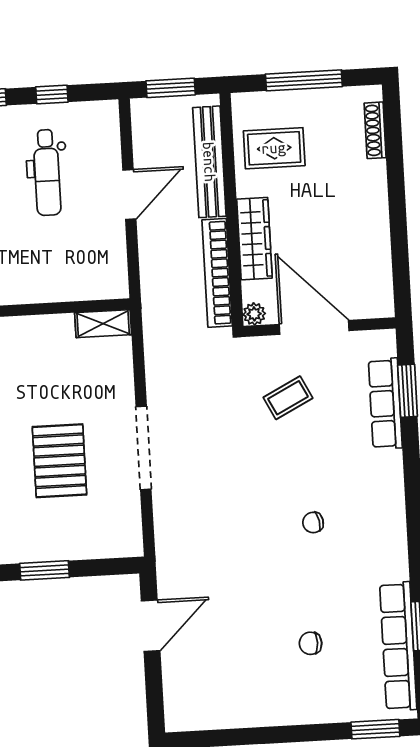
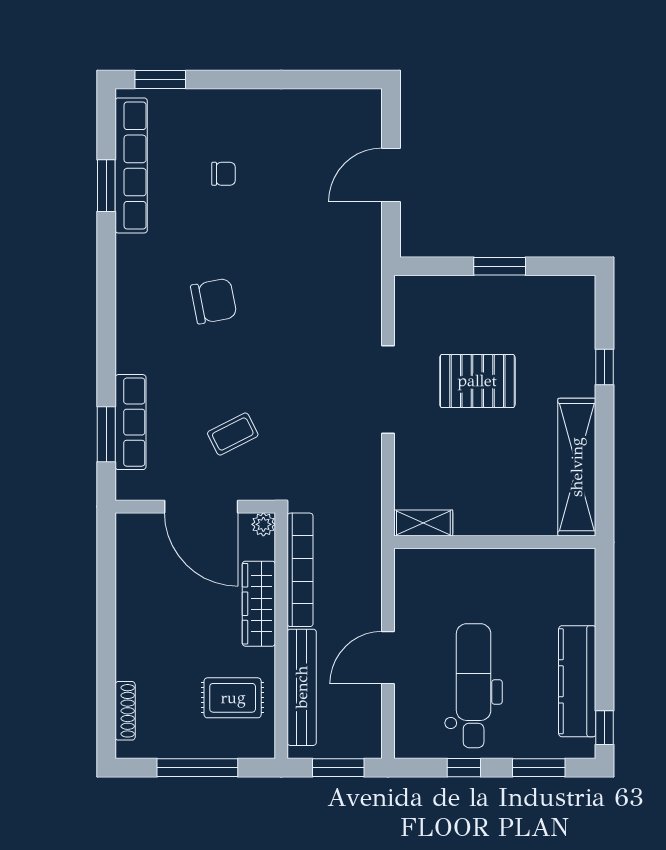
dental chair: (47, 172) -> (474, 686), width x1.36, depth x1.38
pallet: (59, 461) -> (477, 381), turned 90
chair: (313, 522) -> (214, 301), width x1.87, depth x1.87
door: (151, 626) -> (391, 175), moved

